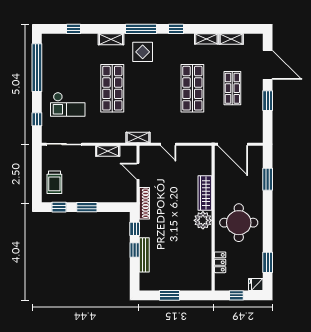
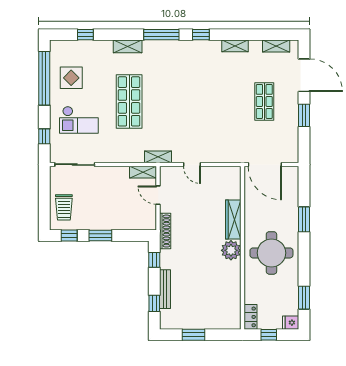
shelving: (231, 39) -> (276, 46), moved
display table: (143, 52) -> (71, 78), moved
shop shelf: (192, 88) -> (219, 101), removed
shelving: (108, 151) -> (143, 172), moved
window: (268, 179) -> (304, 219), moved
window: (135, 250) -> (154, 303), moved
locker: (220, 262) -> (250, 317), moved

